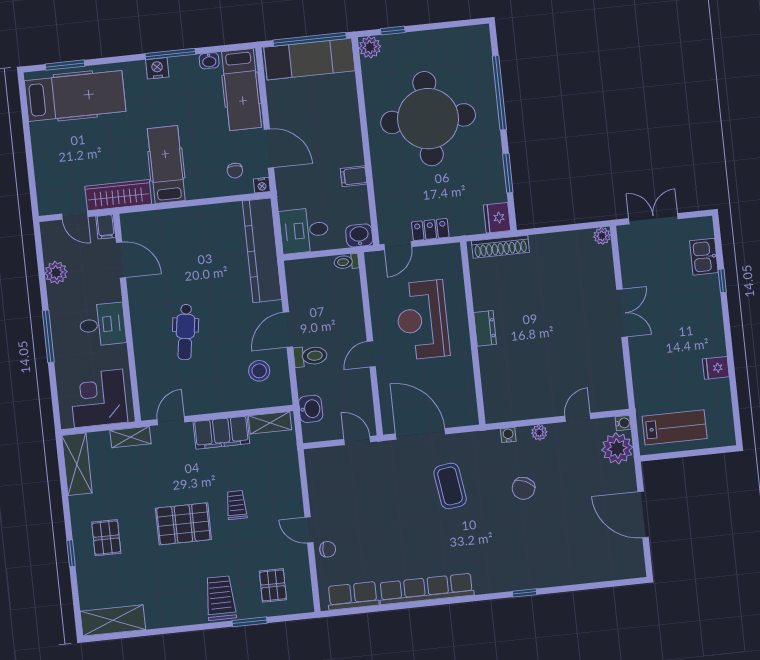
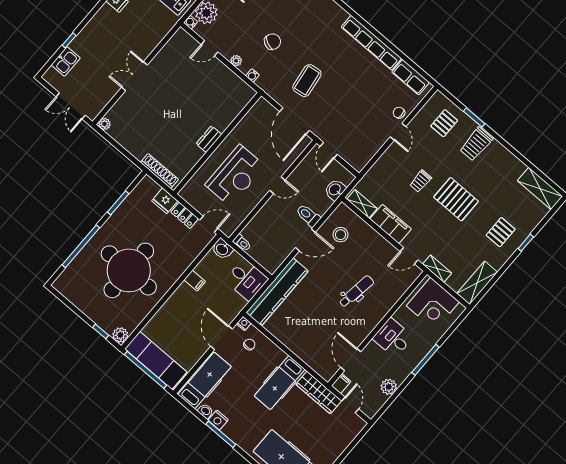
nightstand: (157, 68) -> (218, 420), moved
fridge: (497, 218) -> (165, 201), moved, turned 90

